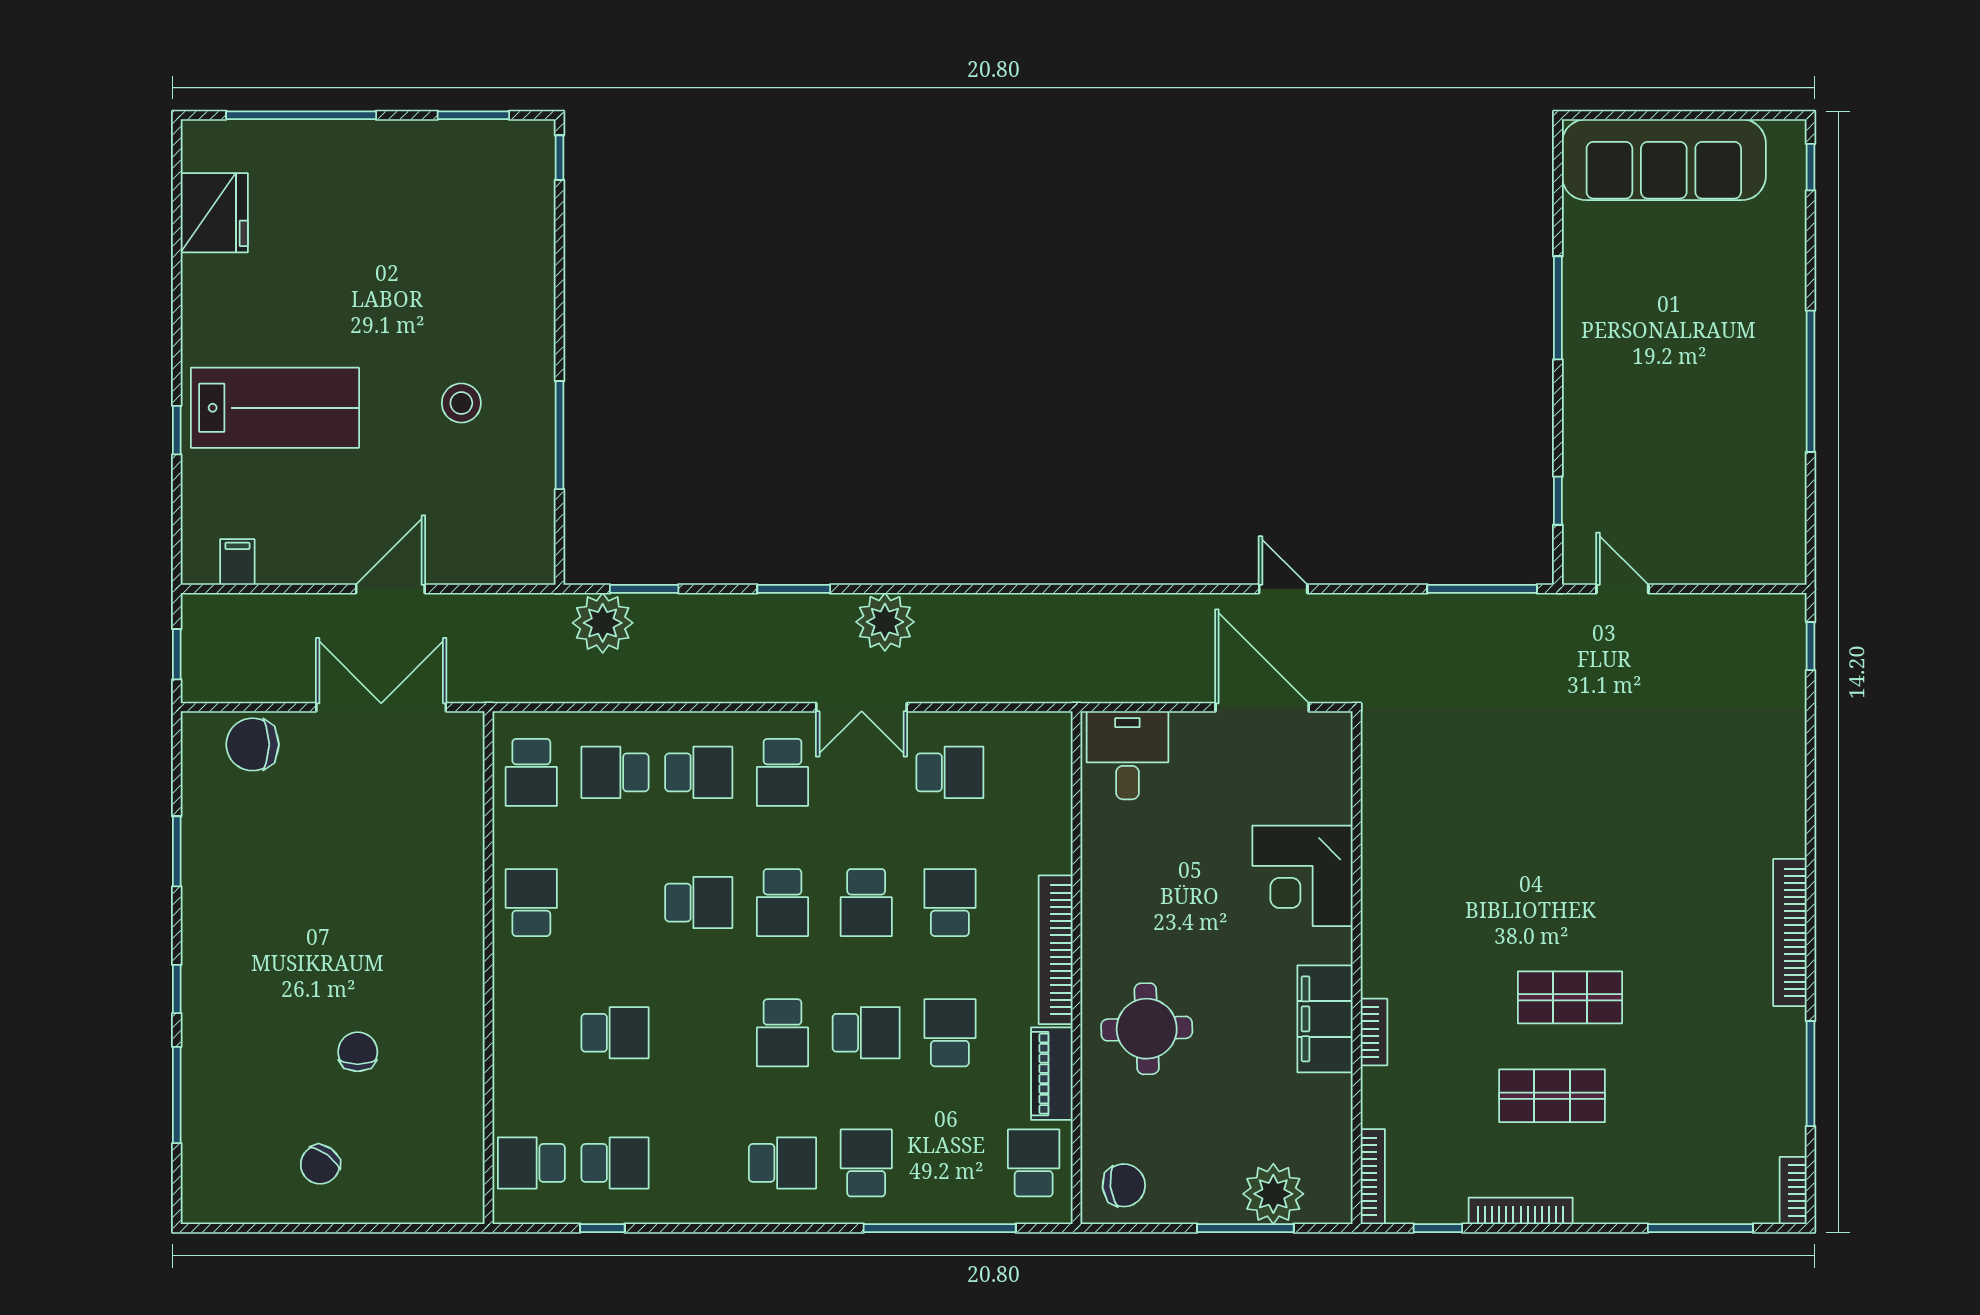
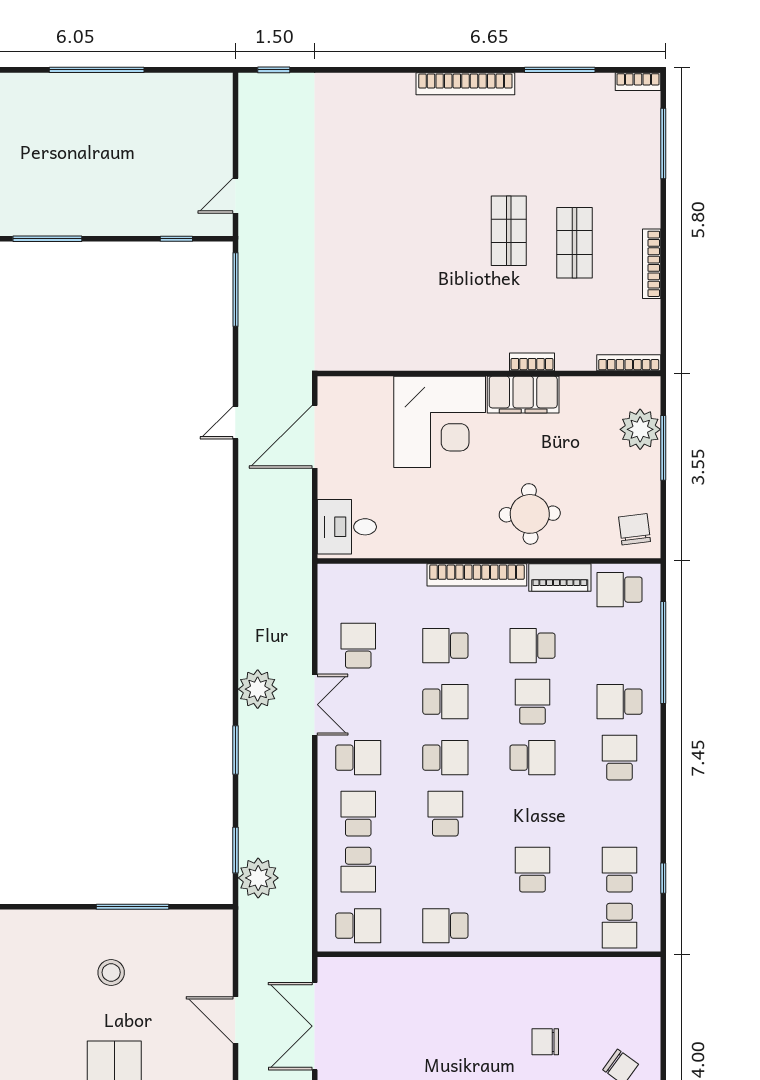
corner desk: (1302, 876) -> (440, 422), width x1.36, depth x1.36
window: (1438, 1228) -> (663, 319), removed

